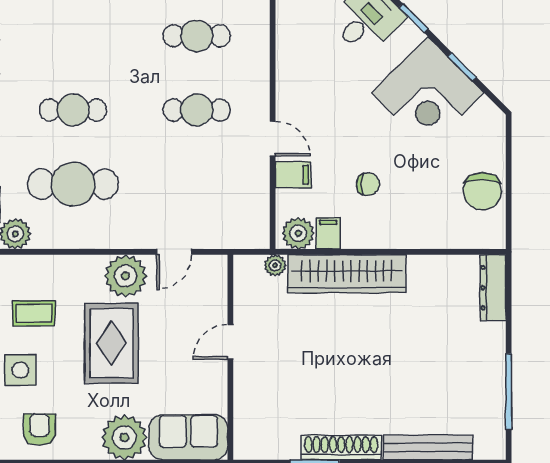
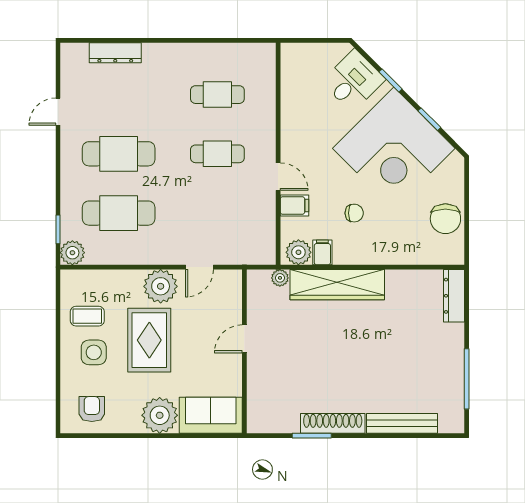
corner desk: (428, 93) -> (394, 148), width x1.36, depth x1.36
cafe table: (73, 110) -> (119, 154), width x1.37, depth x1.35
side table: (20, 370) -> (94, 352), moved

